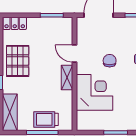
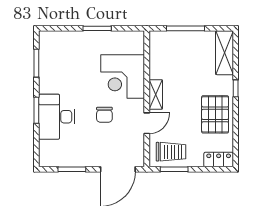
door: (74, 54) -> (147, 123), hinge flipped
trolley: (46, 119) -> (171, 152), moved

